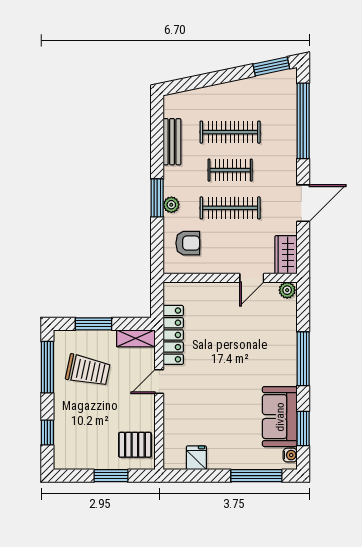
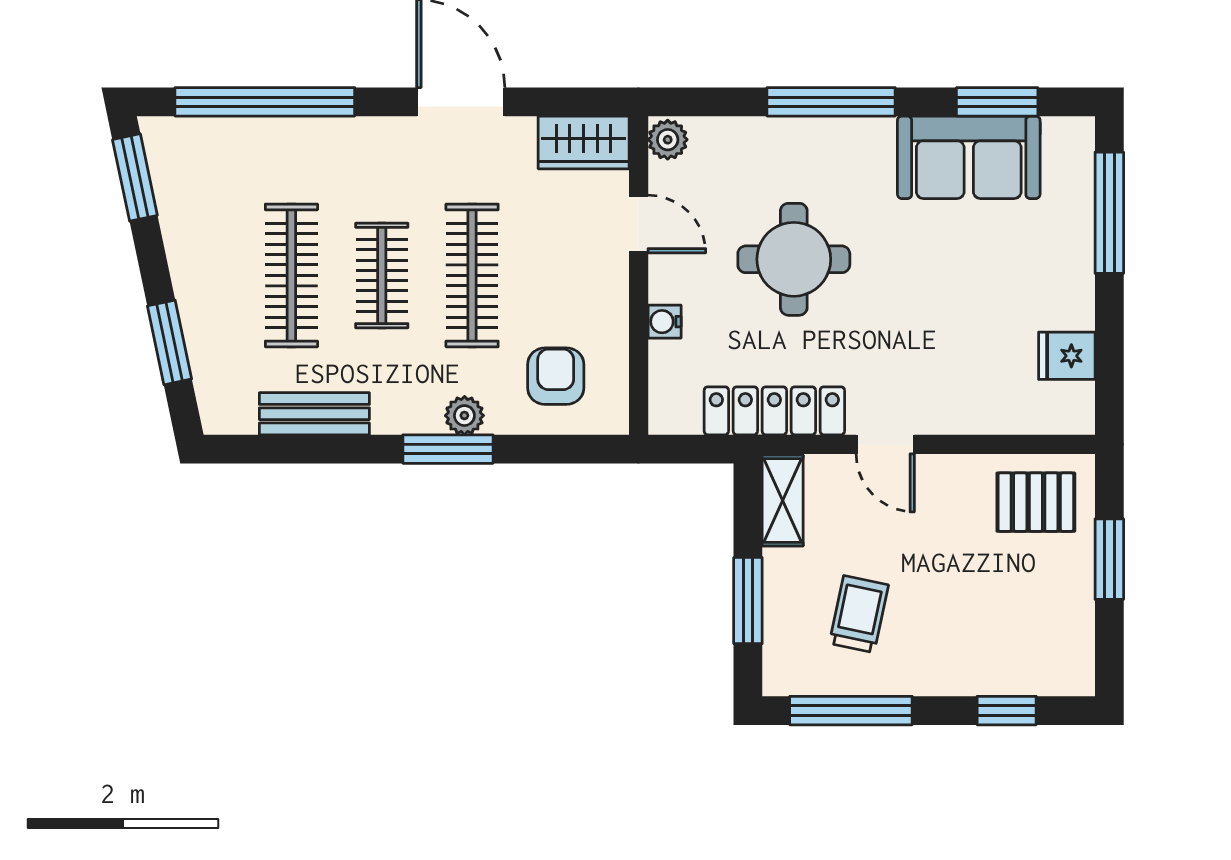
window: (202, 81) -> (169, 342), added
round table: (237, 343) -> (794, 259), added
trolley: (88, 370) -> (859, 614), width x0.73, depth x0.72
pallet: (135, 445) -> (1036, 502), turned 90
water cooler: (290, 455) -> (665, 322), moved, turned -90

